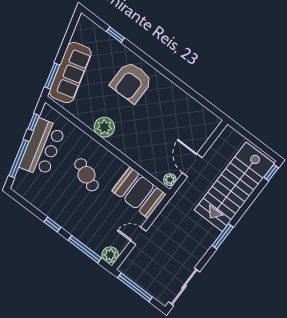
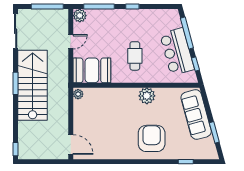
window: (52, 76) -> (214, 132), moved
door: (192, 165) -> (71, 145), moved
cafe table: (86, 175) -> (135, 56), turned 66
stairs: (234, 187) -> (33, 85), moved

